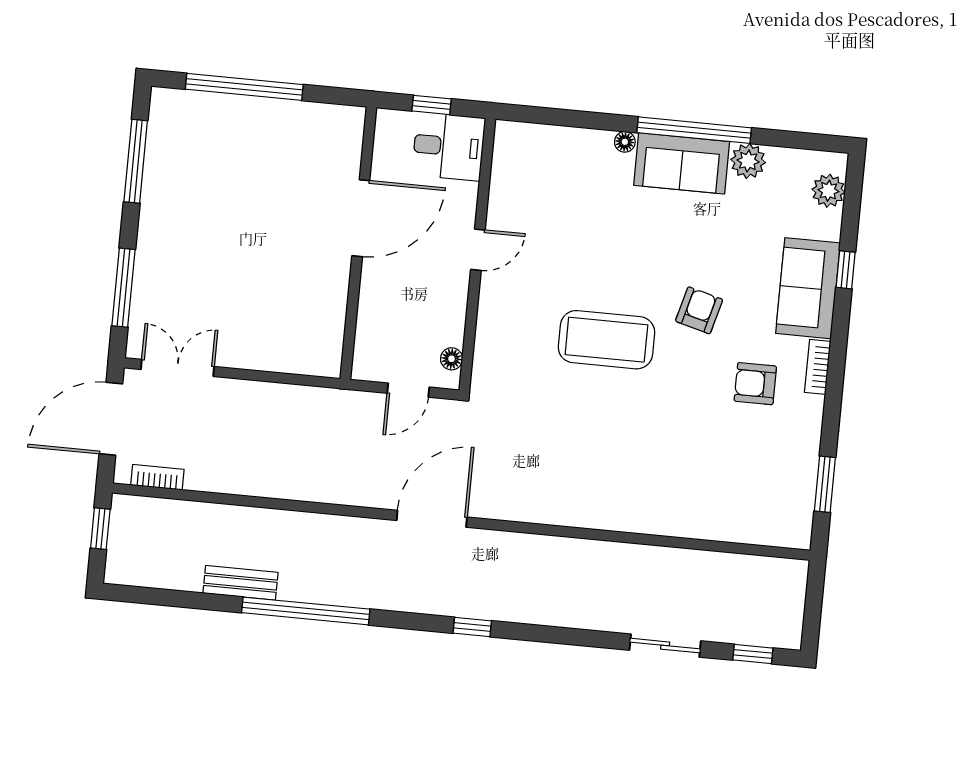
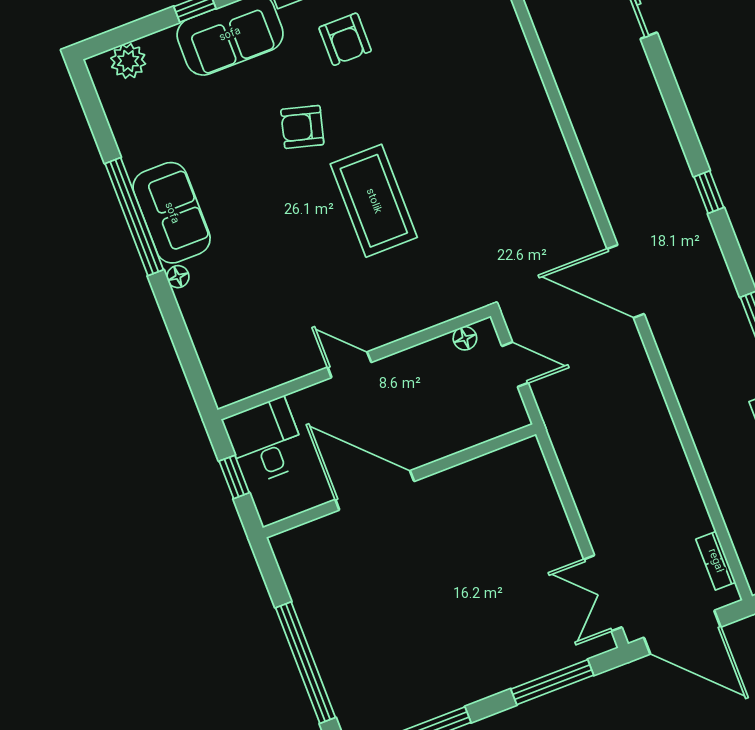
plant: (748, 161) -> (138, 151), removed

